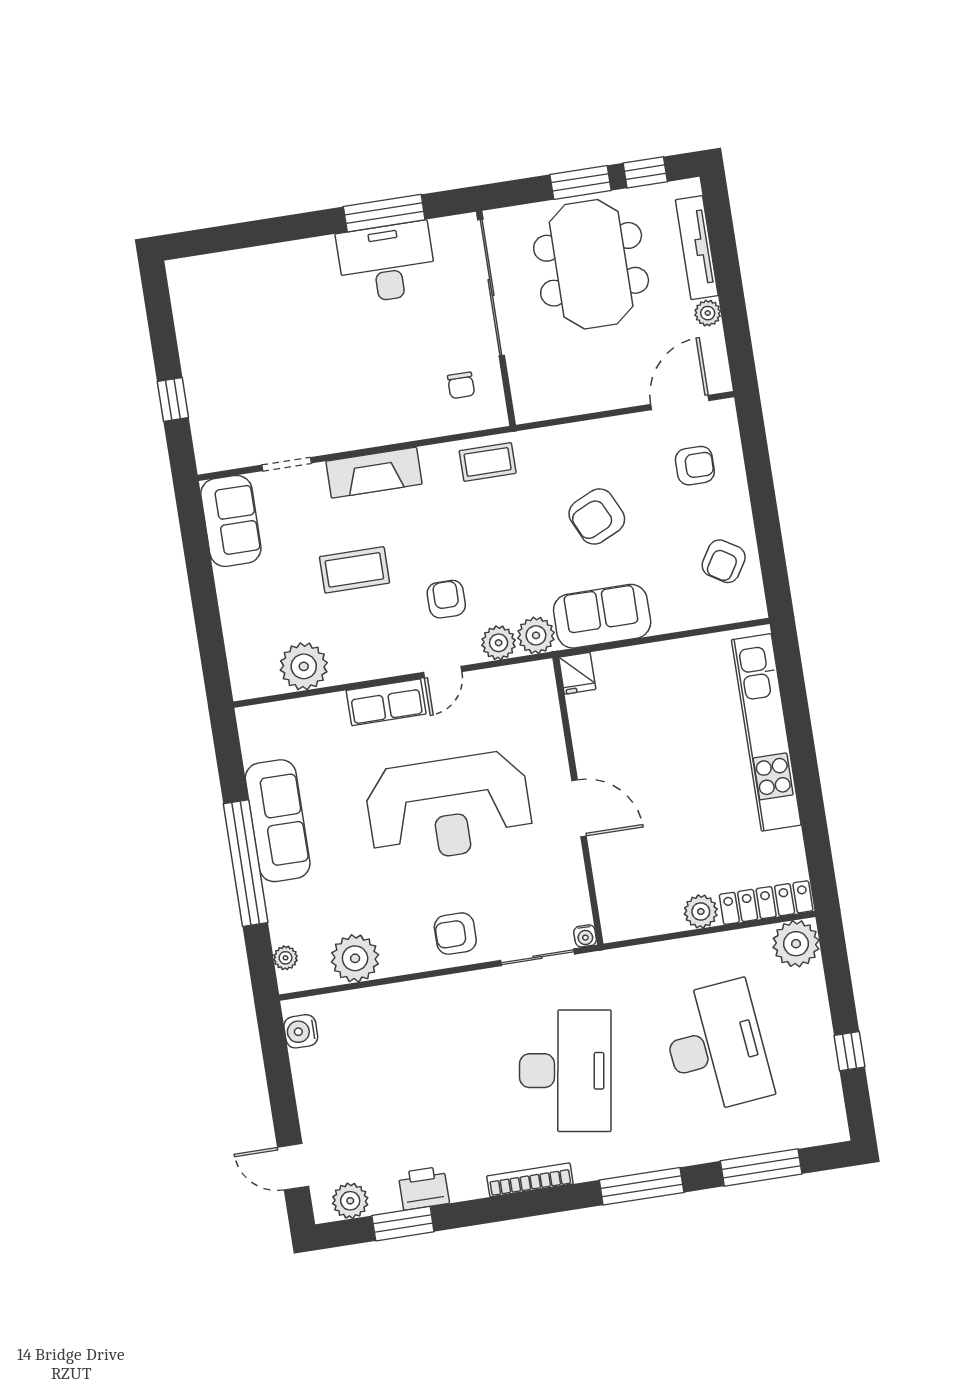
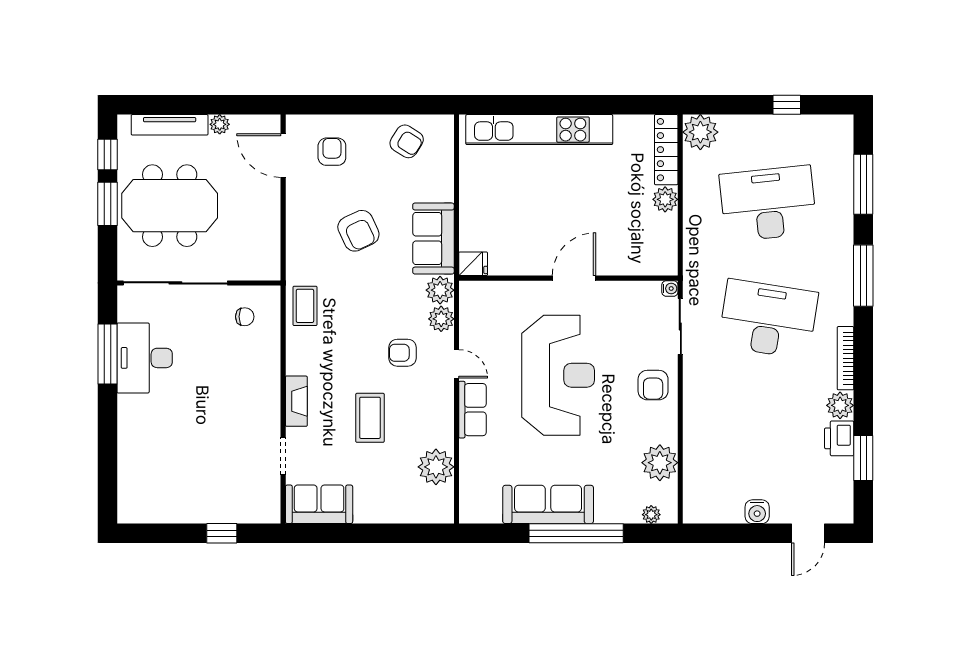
fireplace: (374, 473) -> (296, 401), width x0.73, depth x0.76
water cooler: (301, 1031) -> (757, 512), moved
plant: (350, 1201) -> (840, 405), moved

